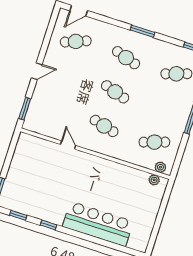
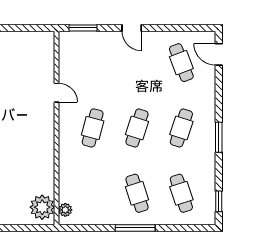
cafe table: (154, 142) -> (137, 193), moved
door: (68, 145) -> (57, 93), hinge flipped
plant: (154, 180) -> (42, 207), width x1.87, depth x1.87

